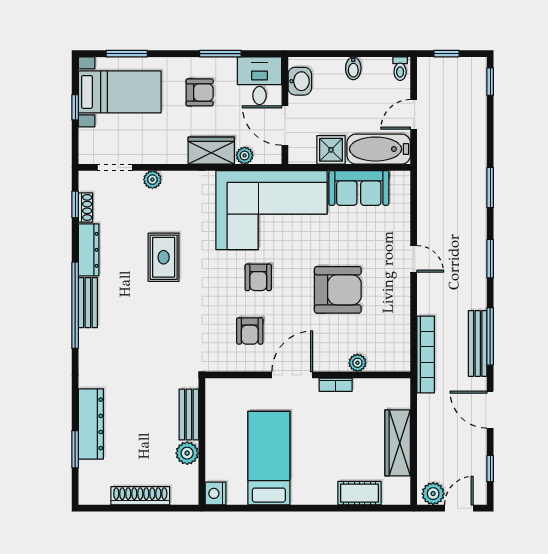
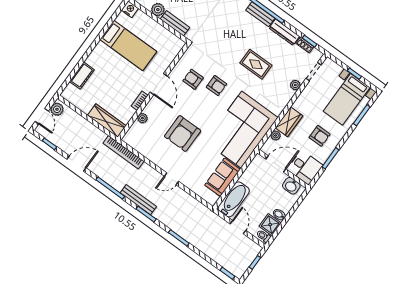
armchair: (200, 92) -> (320, 136), turned -90
shower: (331, 150) -> (270, 225), moved
armchair: (258, 277) -> (216, 86), moved, turned 180
bench: (478, 343) -> (138, 200), moved
wardrobe: (398, 443) -> (107, 121), moved

